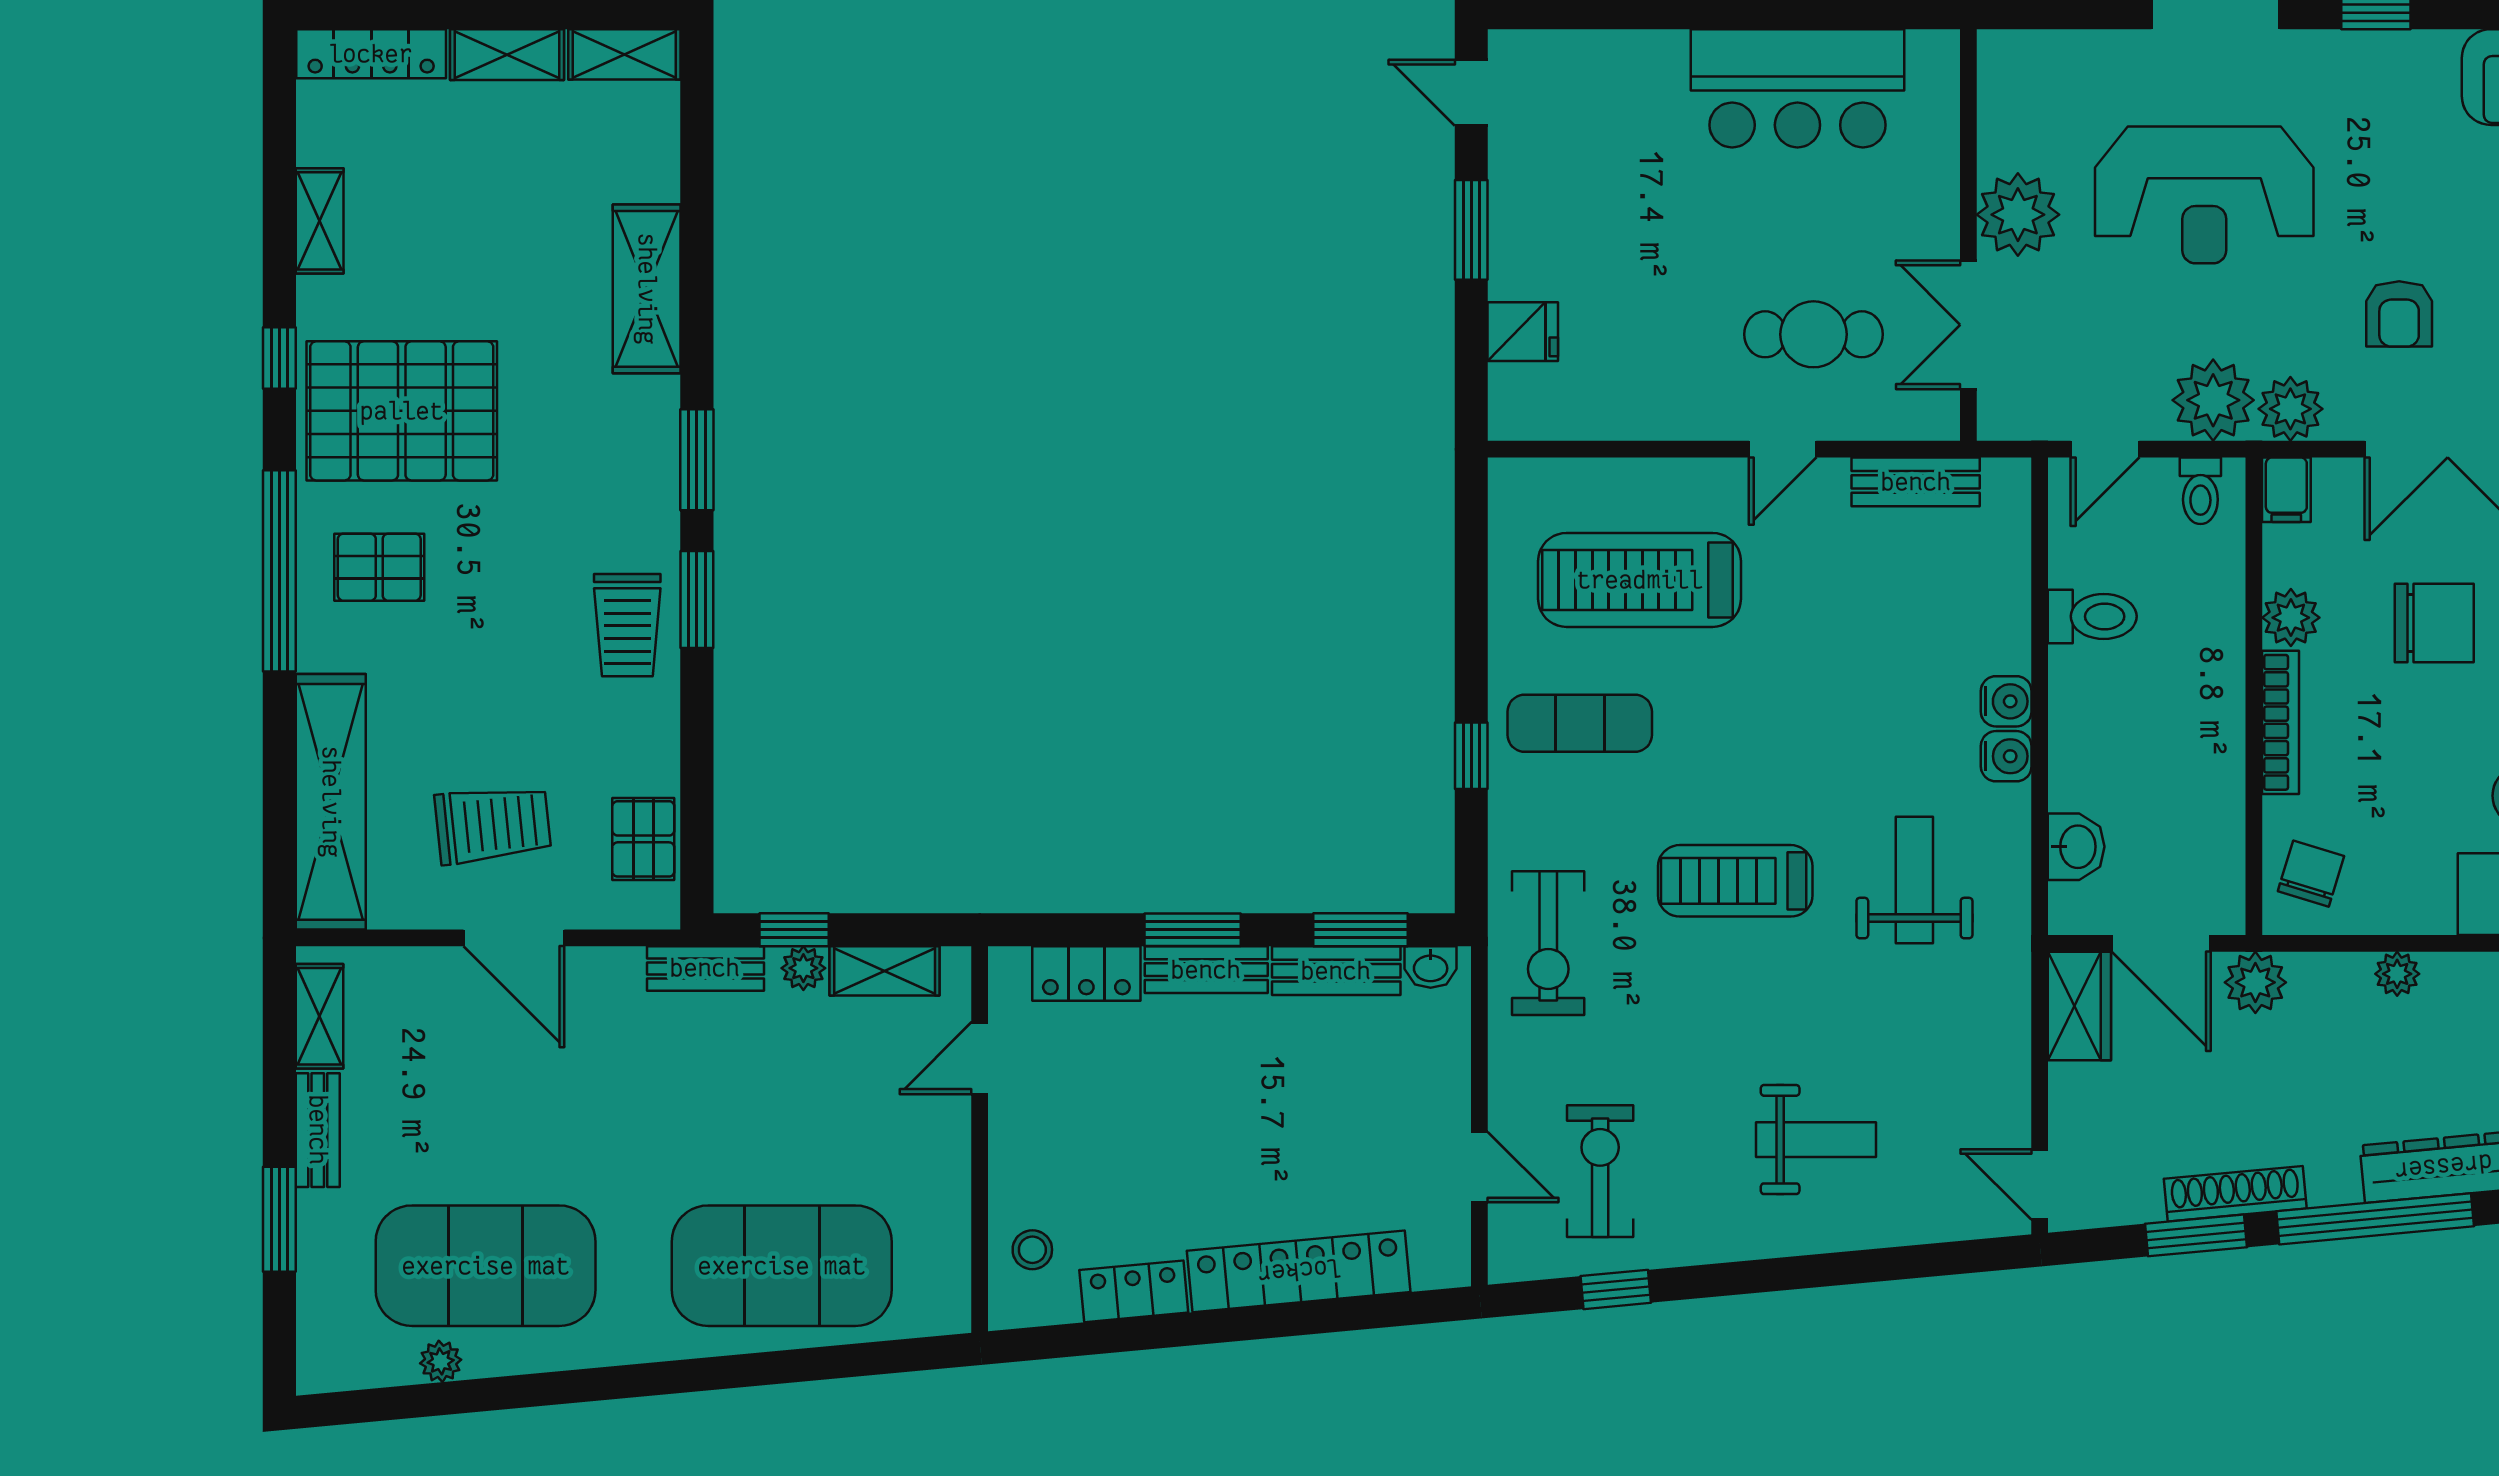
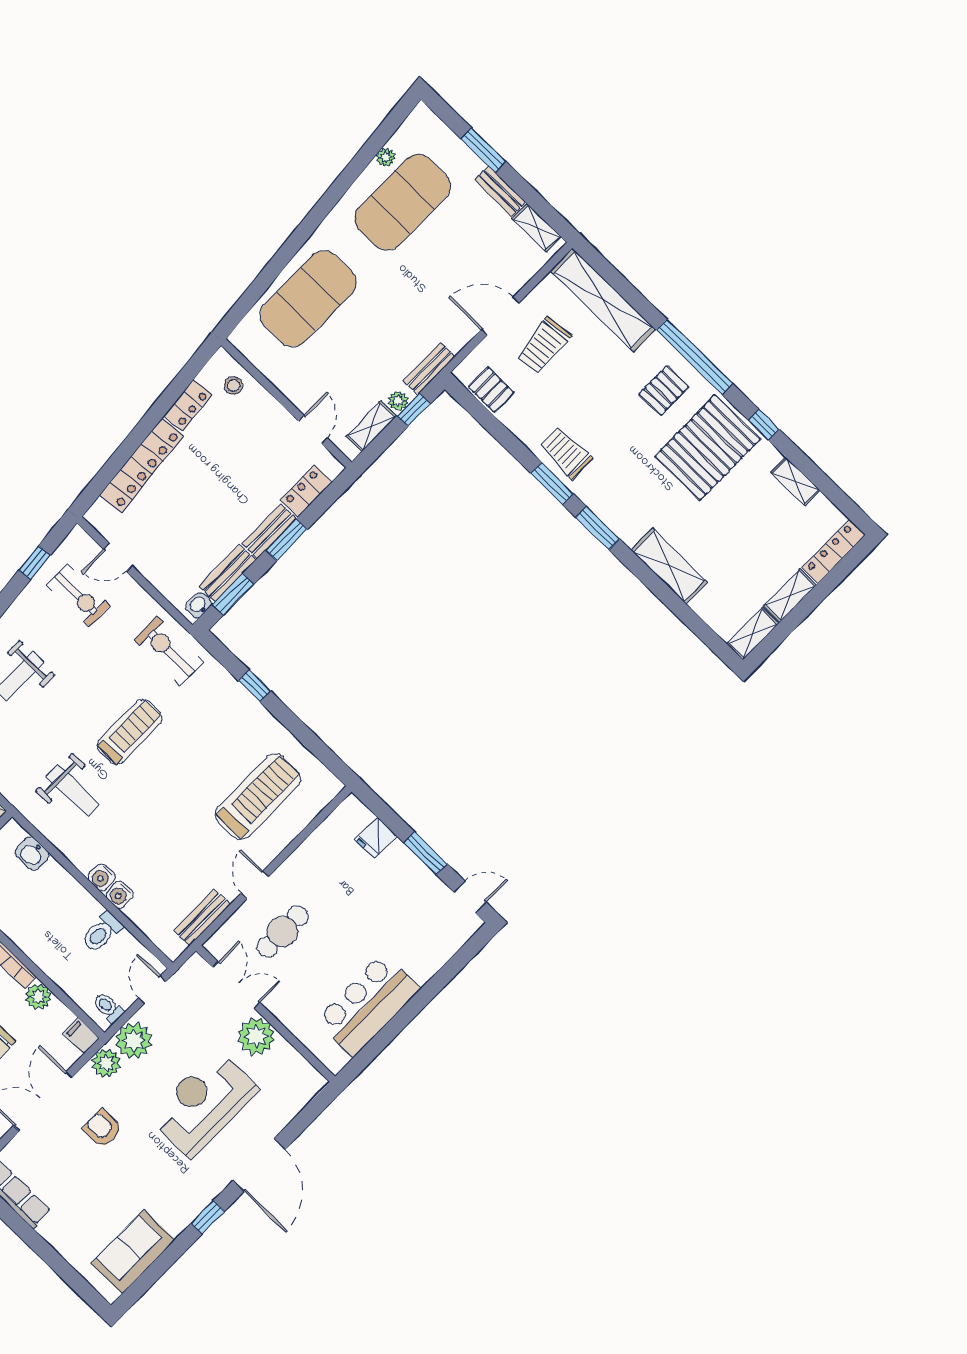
exercise mat: (1580, 723) -> (230, 731), removed
water cooler: (2006, 756) -> (119, 895), moved

